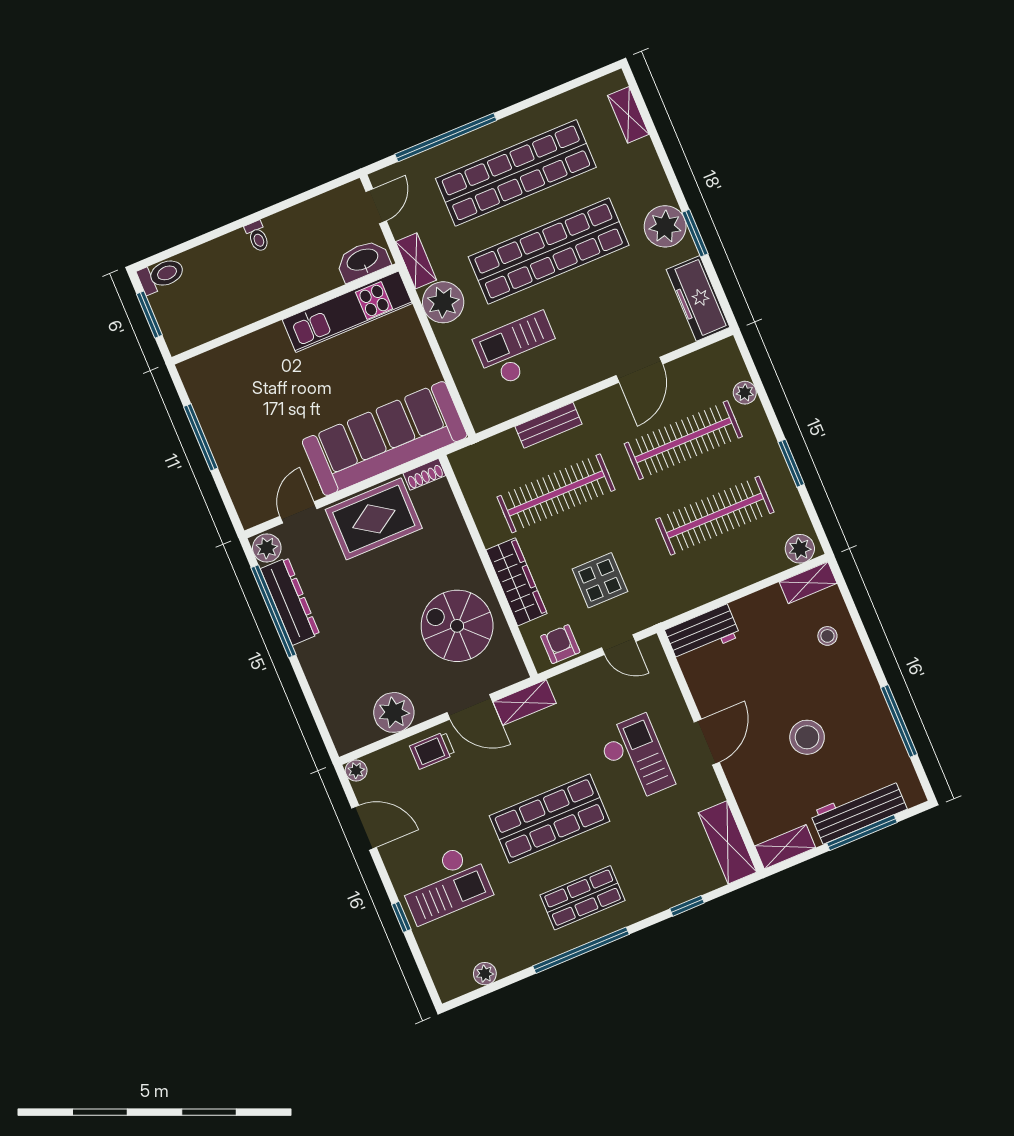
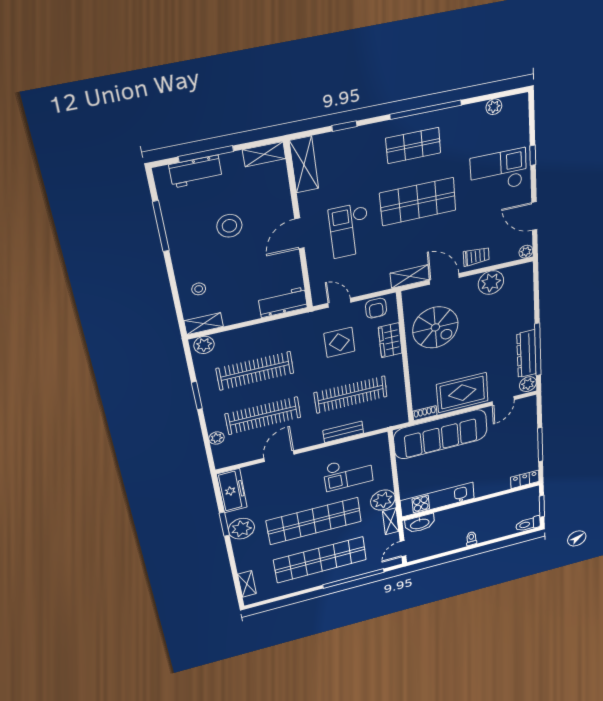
locker: (203, 367) -> (525, 479), added
wardrobe: (517, 582) -> (390, 340), width x0.67
workbench: (859, 811) -> (196, 171), width x0.73

